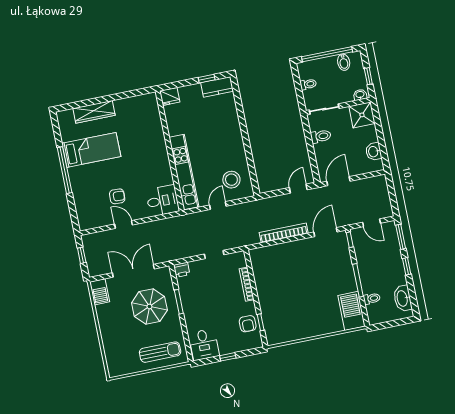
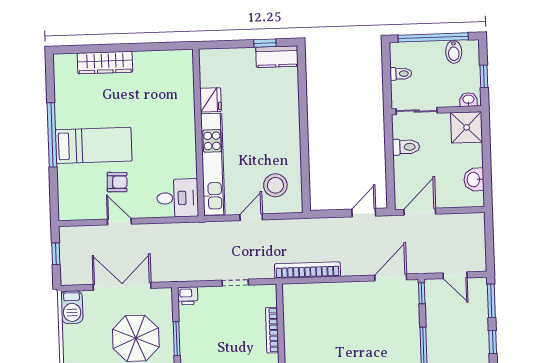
fridge: (170, 96) -> (211, 100), moved, turned -90
bed: (91, 150) -> (94, 145), moved
bookcase: (284, 233) -> (307, 270), moved

